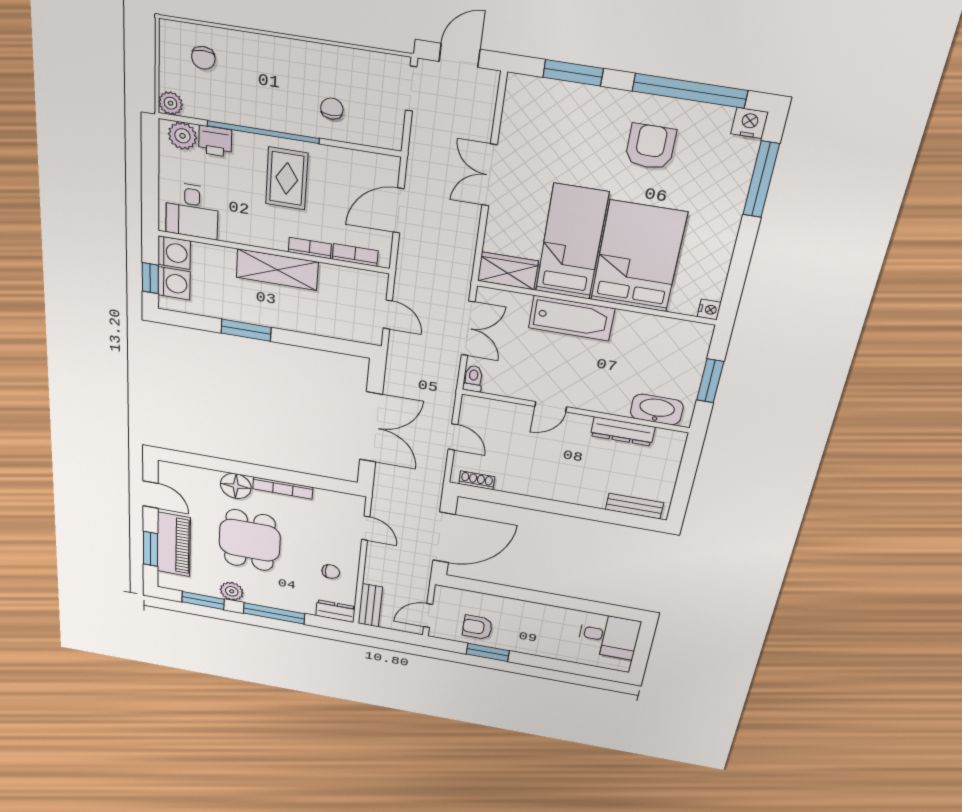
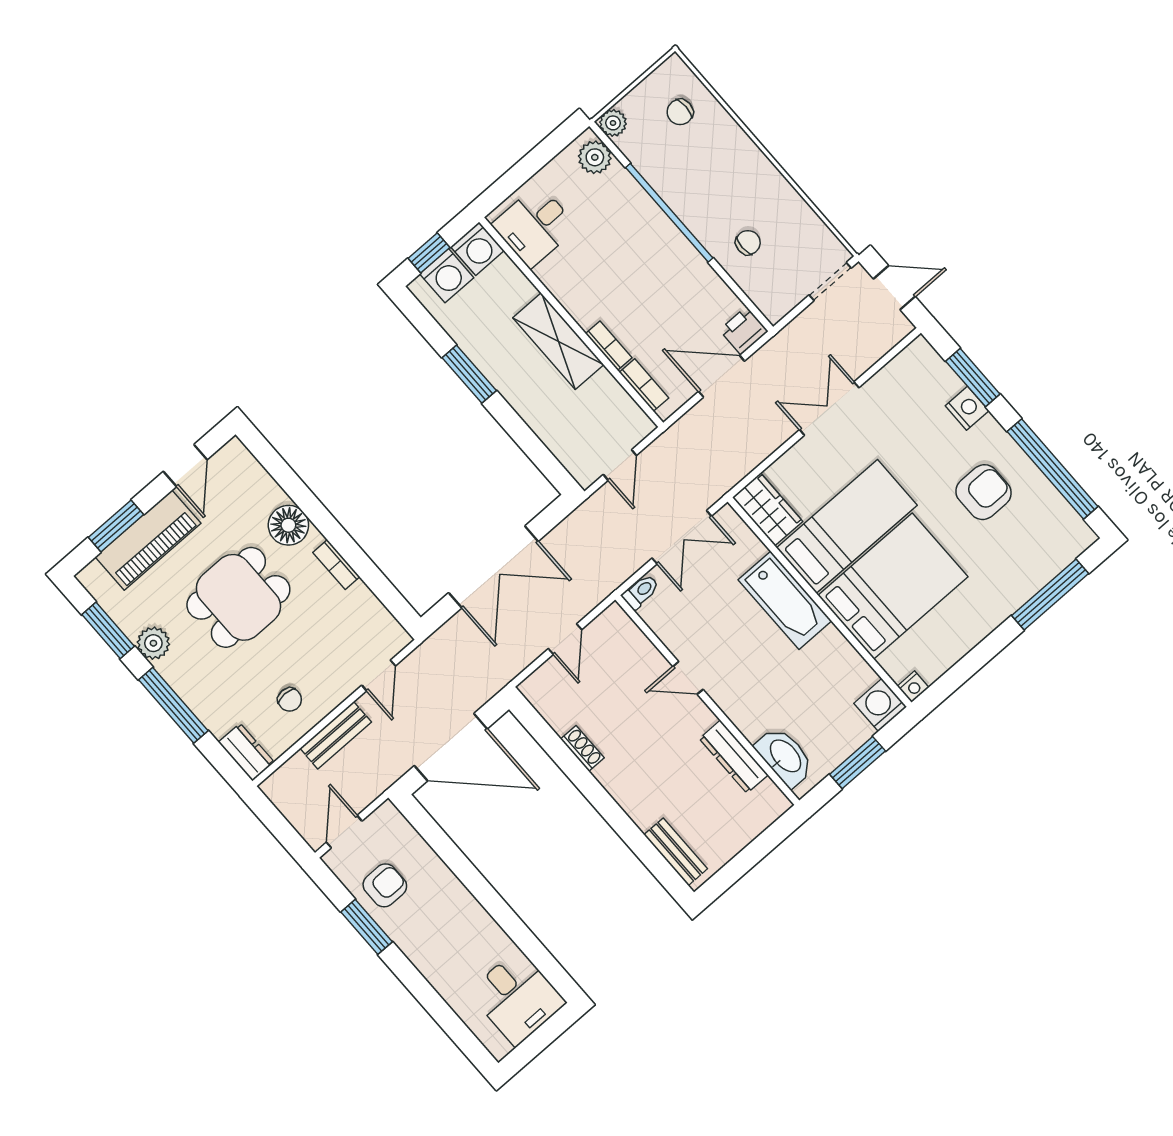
nightstand: (750, 123) -> (967, 408), moved
printer: (215, 141) -> (744, 331), moved, turned 90
rug: (287, 179) -> (650, 268), removed
washing machine: (695, 336) -> (880, 705), added
shoe rack: (477, 480) -> (582, 748), moved
bookcase: (283, 488) -> (336, 565), width x0.64
bench: (370, 605) -> (336, 735), moved
door: (428, 616) -> (344, 832), hinge flipped
armchair: (477, 627) -> (385, 885), turned 90

